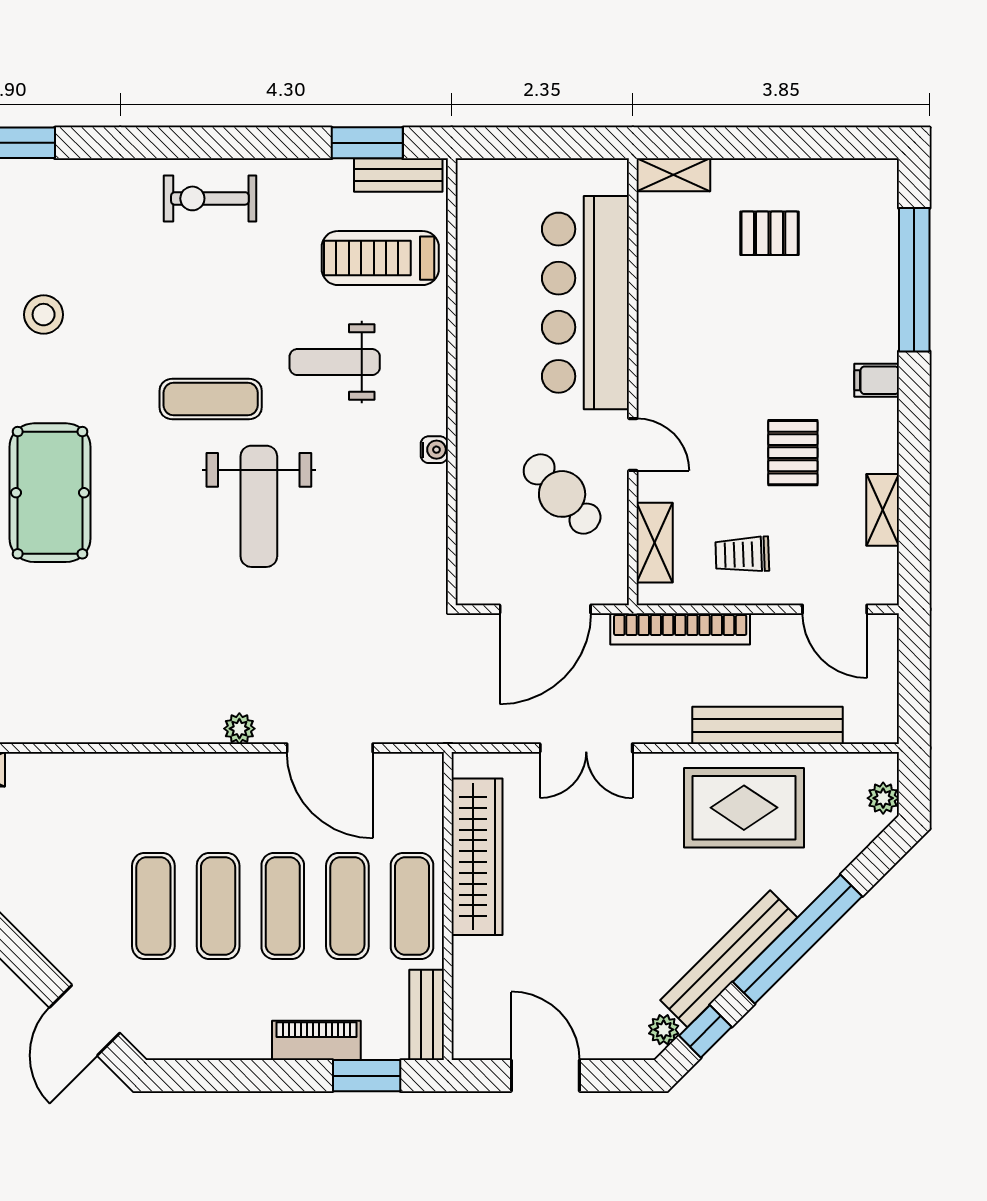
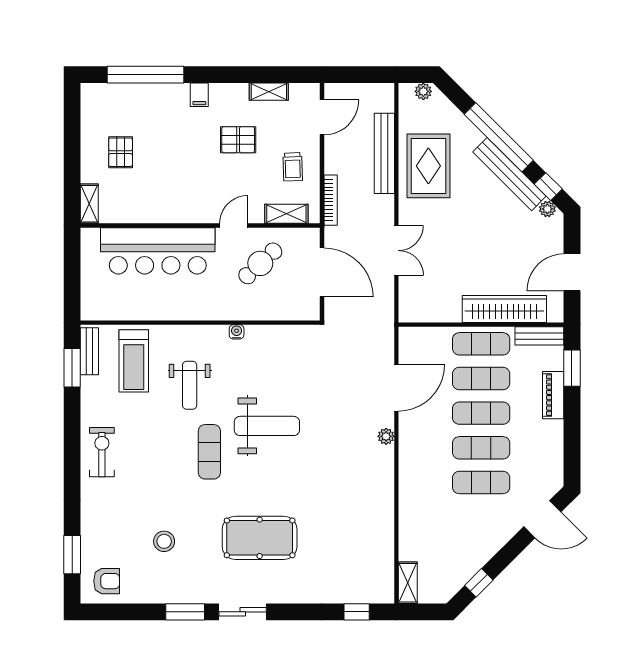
exercise bike: (210, 198) -> (102, 452), turned 180
bookcase: (680, 629) -> (331, 200), width x0.68, depth x0.76
wardrobe: (477, 857) -> (504, 309), moved

